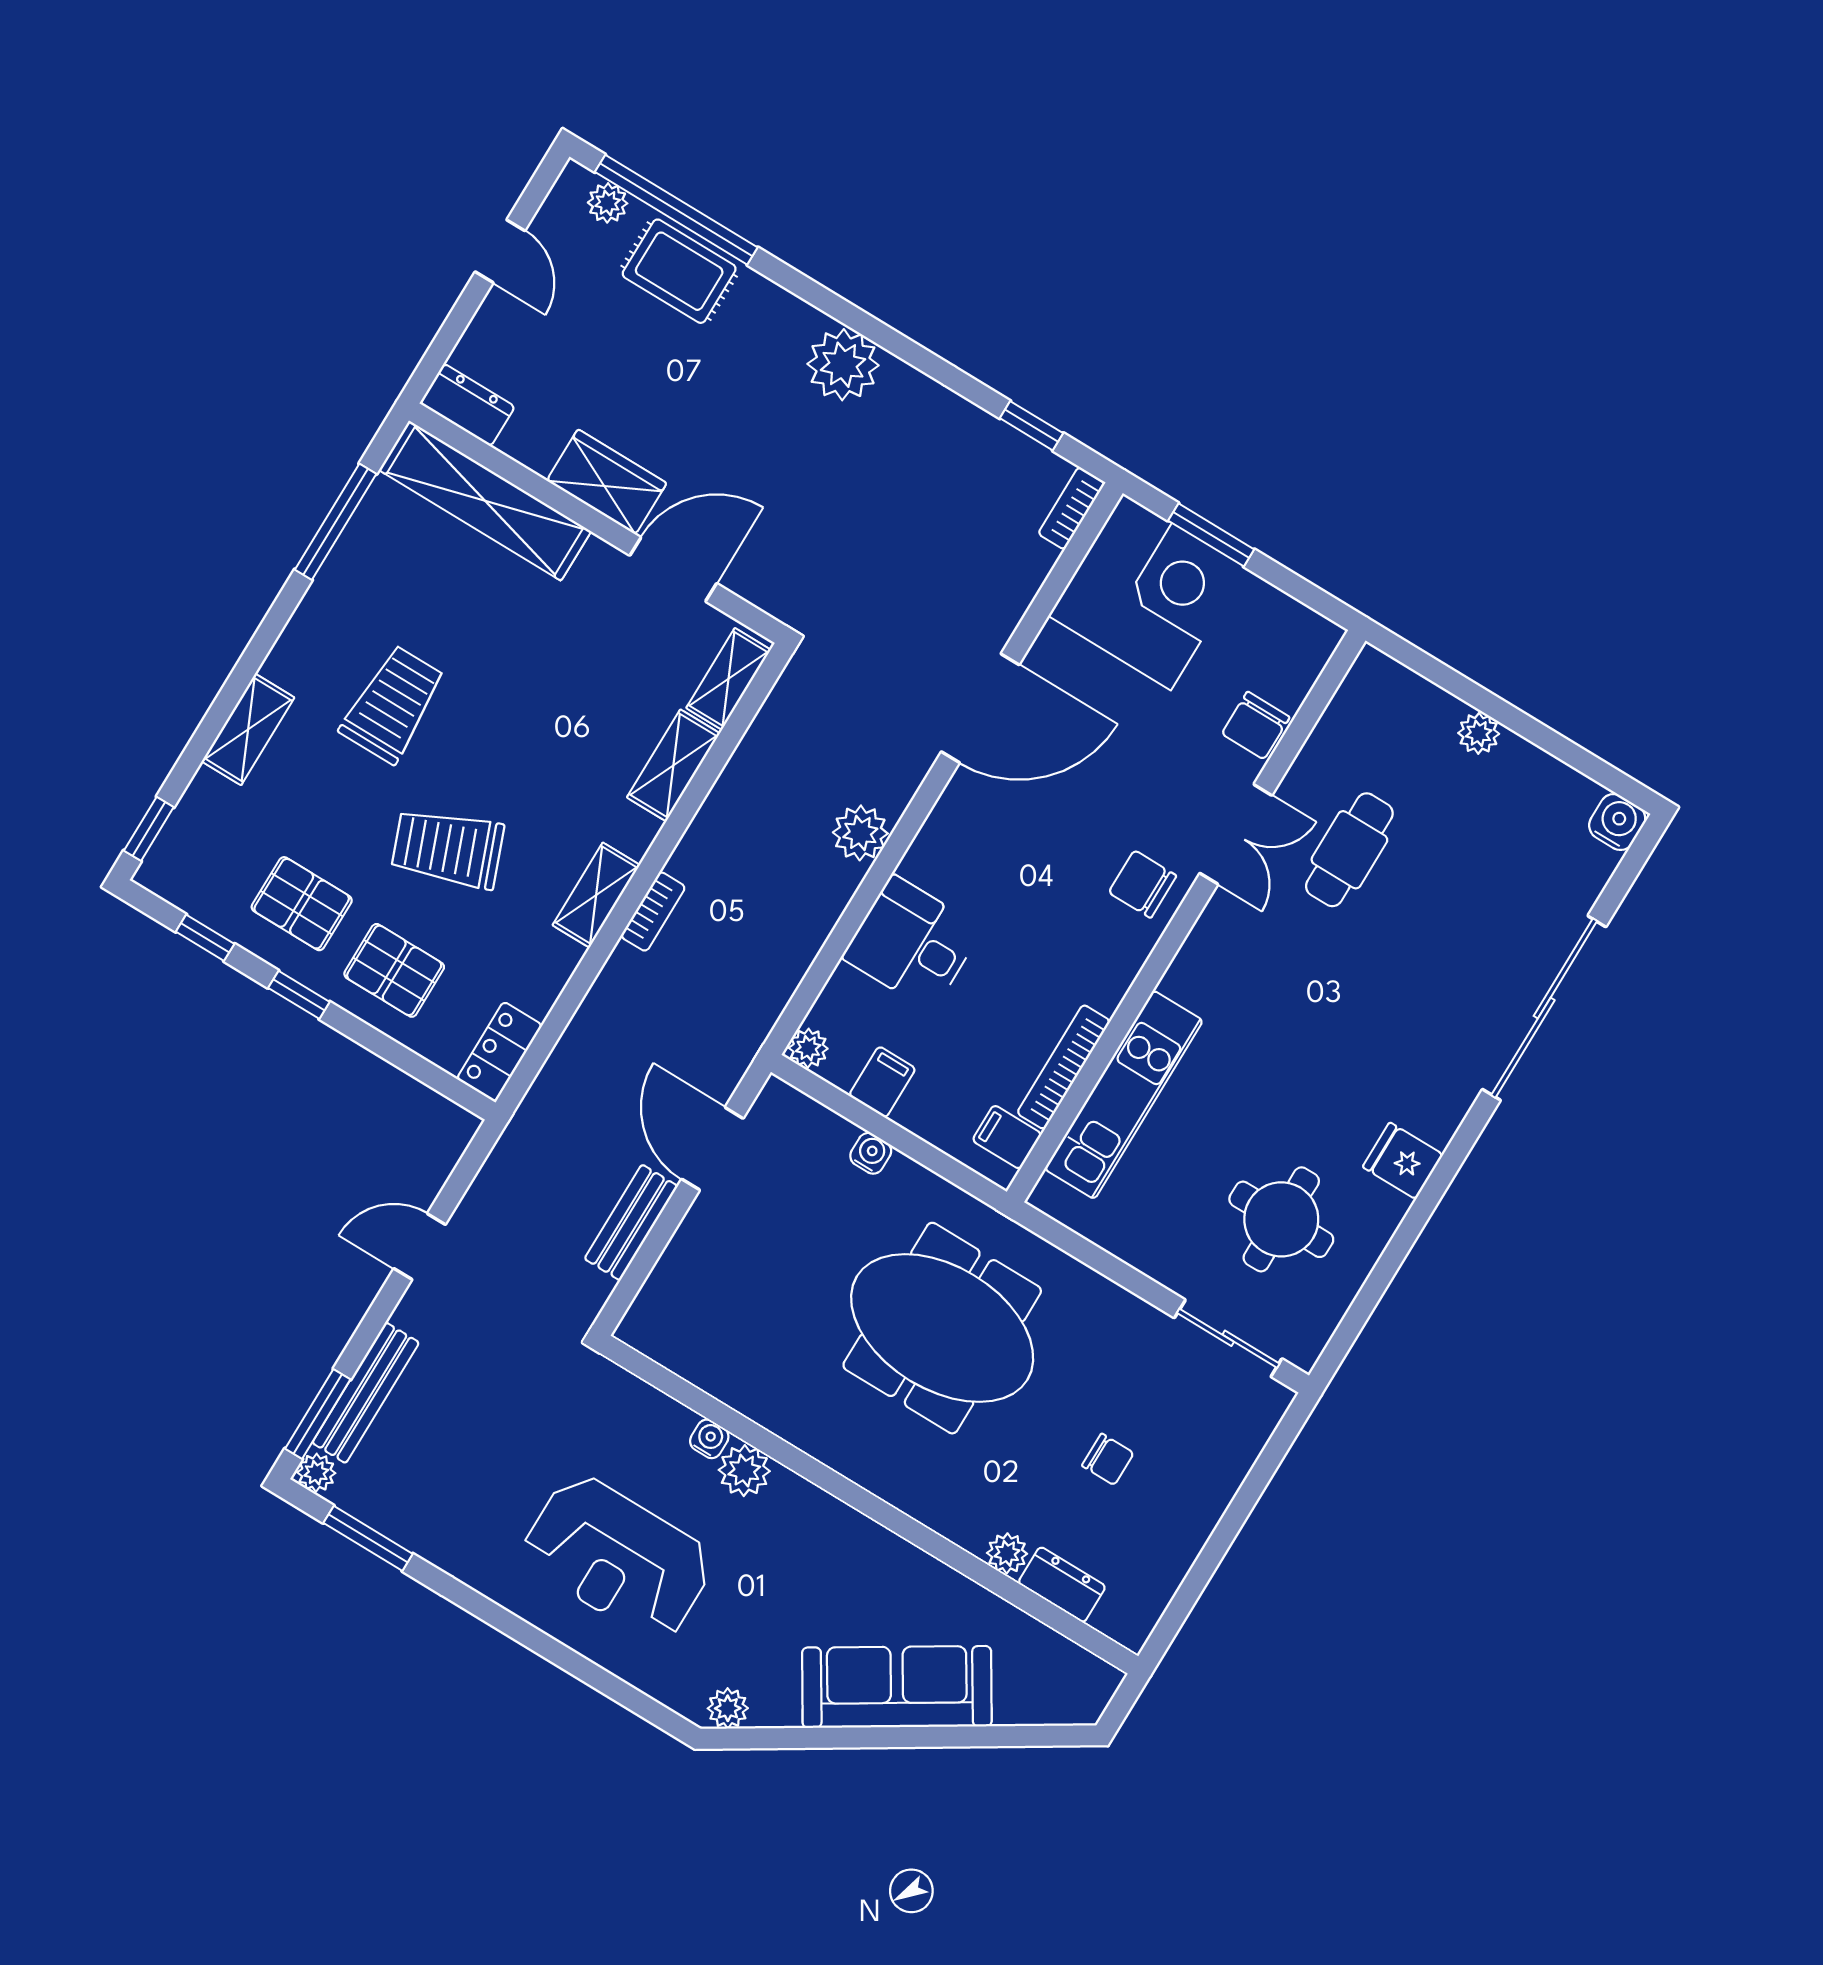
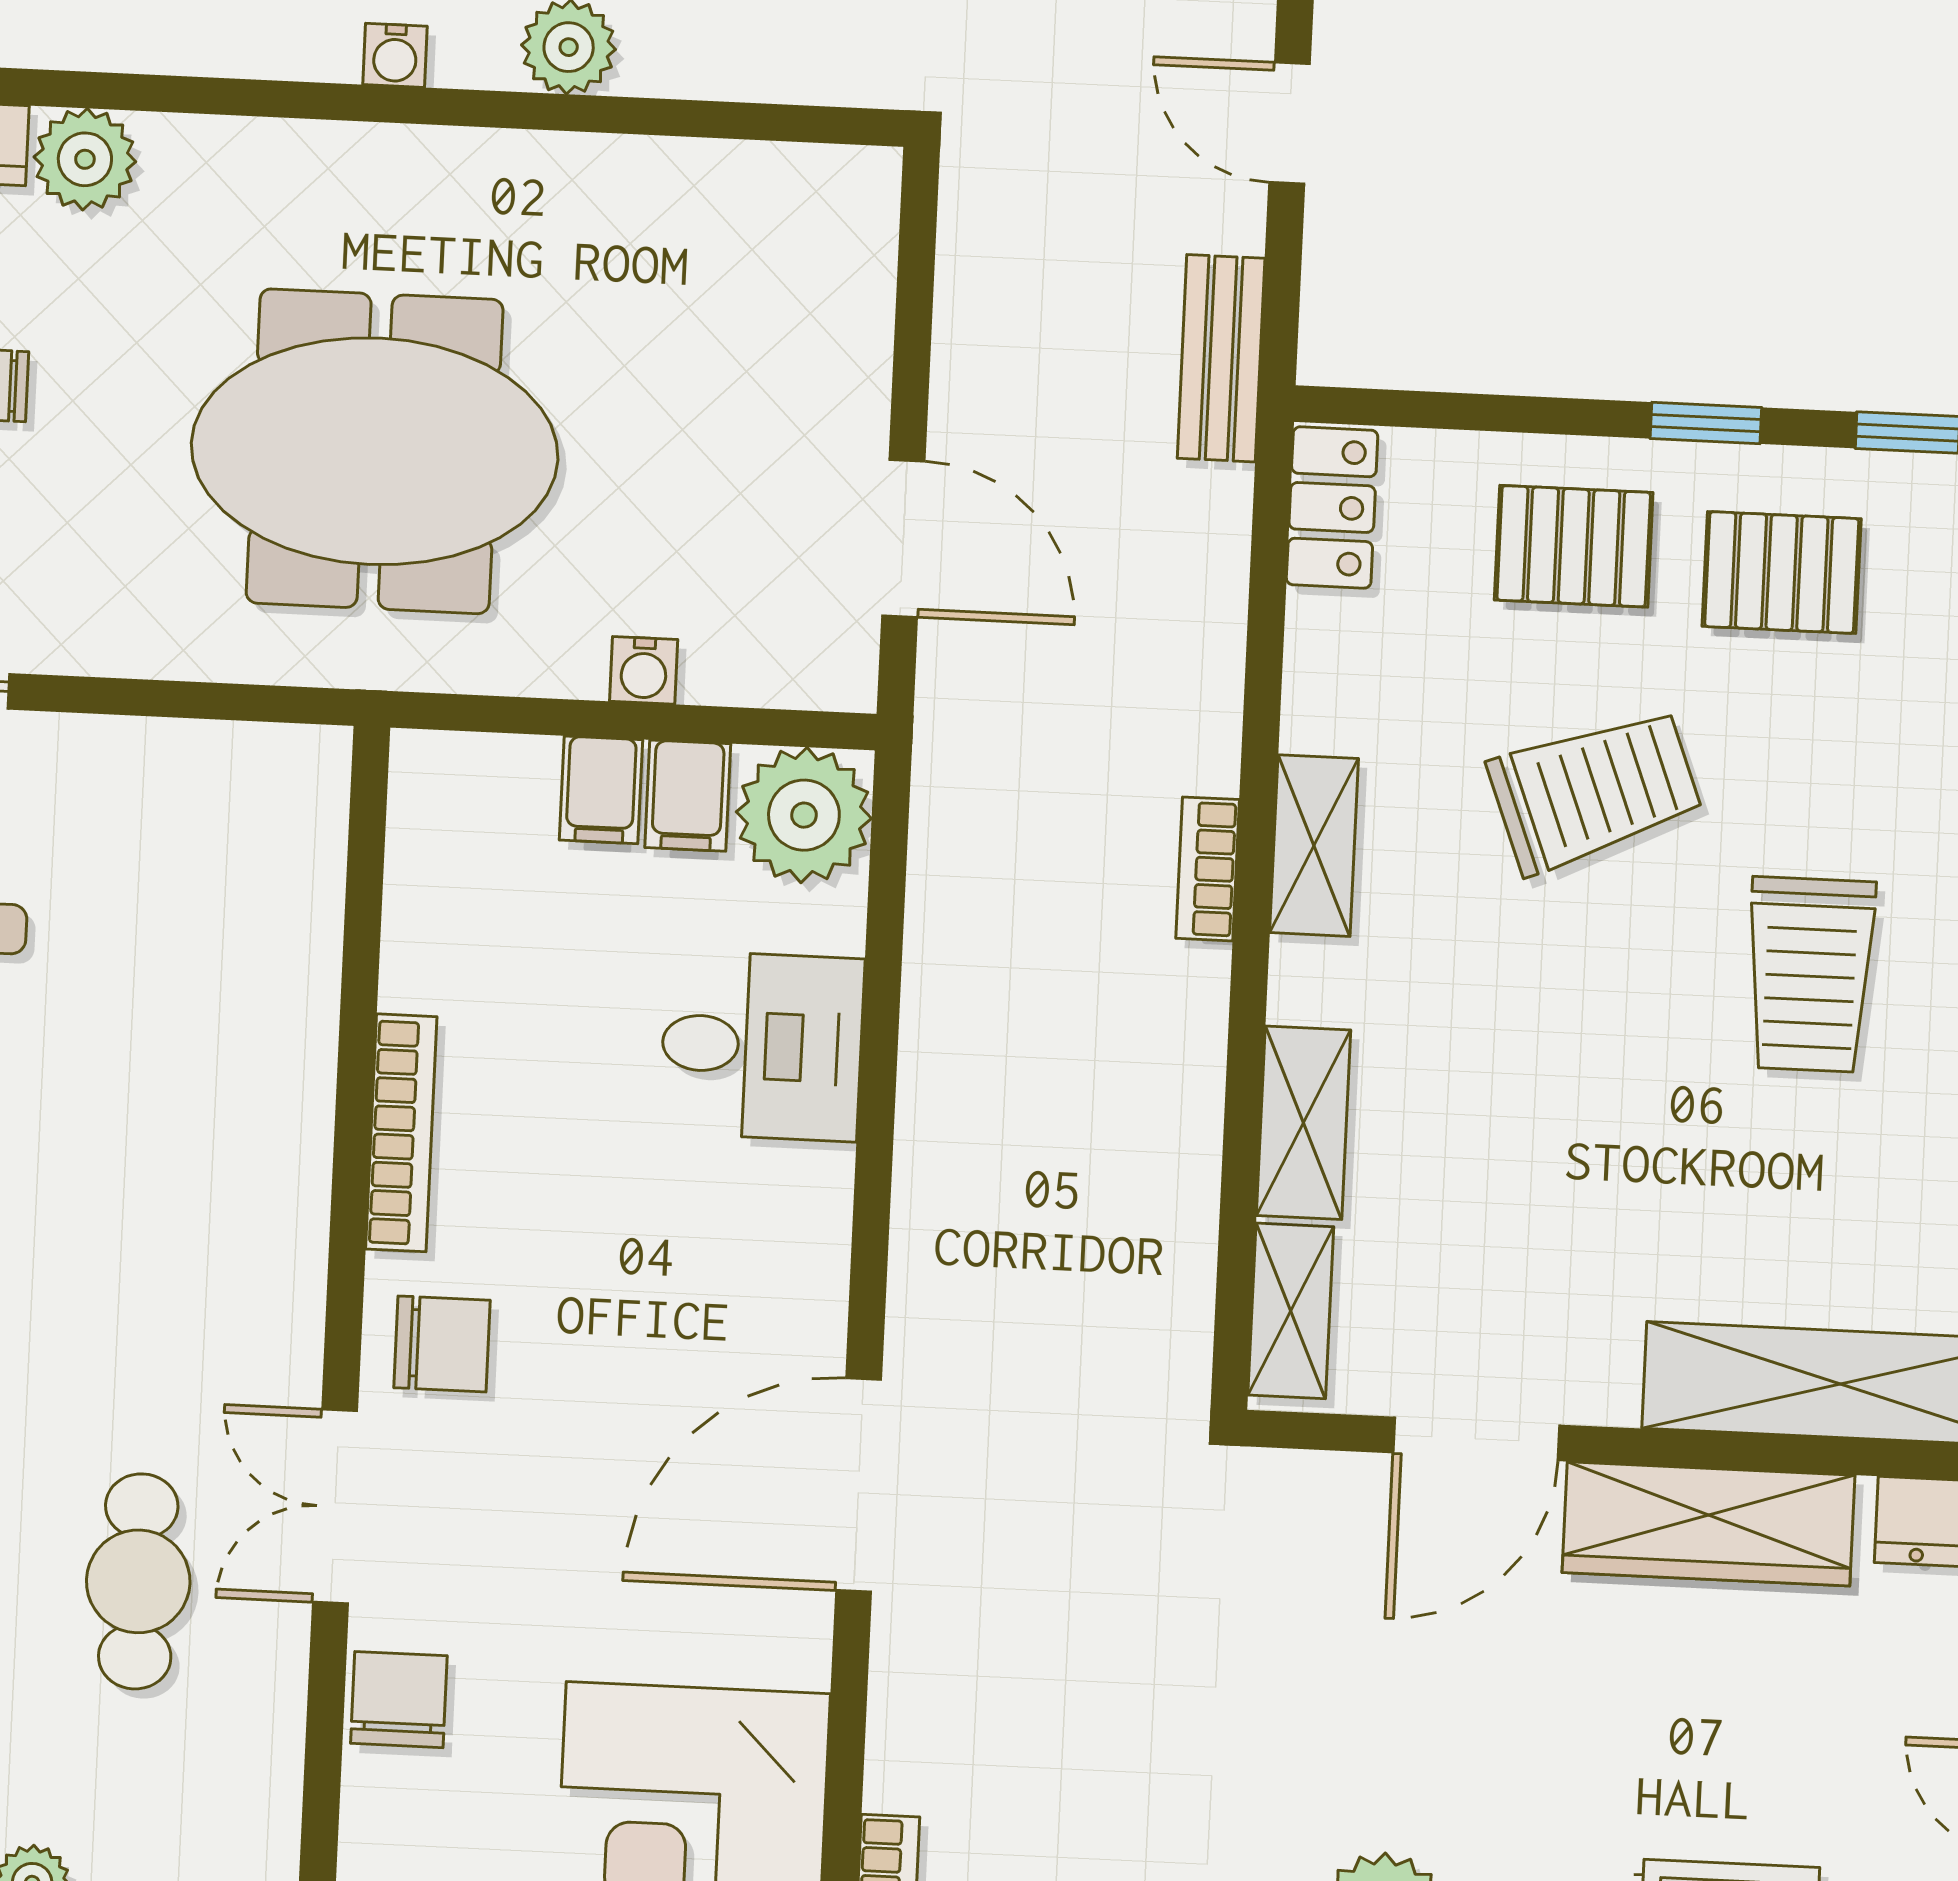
wardrobe: (607, 482) -> (1708, 1524), width x1.50
plant: (860, 833) -> (942, 1178), removed
plant: (808, 1048) -> (804, 815), width x1.87, depth x1.87
bookcase: (1064, 1067) -> (401, 1133), moved
kitchen unit: (1124, 1095) -> (287, 987), removed
filing cabinet: (1007, 1137) -> (601, 790), moved, turned 90
bench: (631, 1222) -> (1221, 358), moved
door: (420, 1247) -> (1290, 123), swing flipped
water cooler: (709, 1439) -> (395, 55), moved
plant: (1007, 1553) -> (85, 159), width x1.38, depth x1.38

